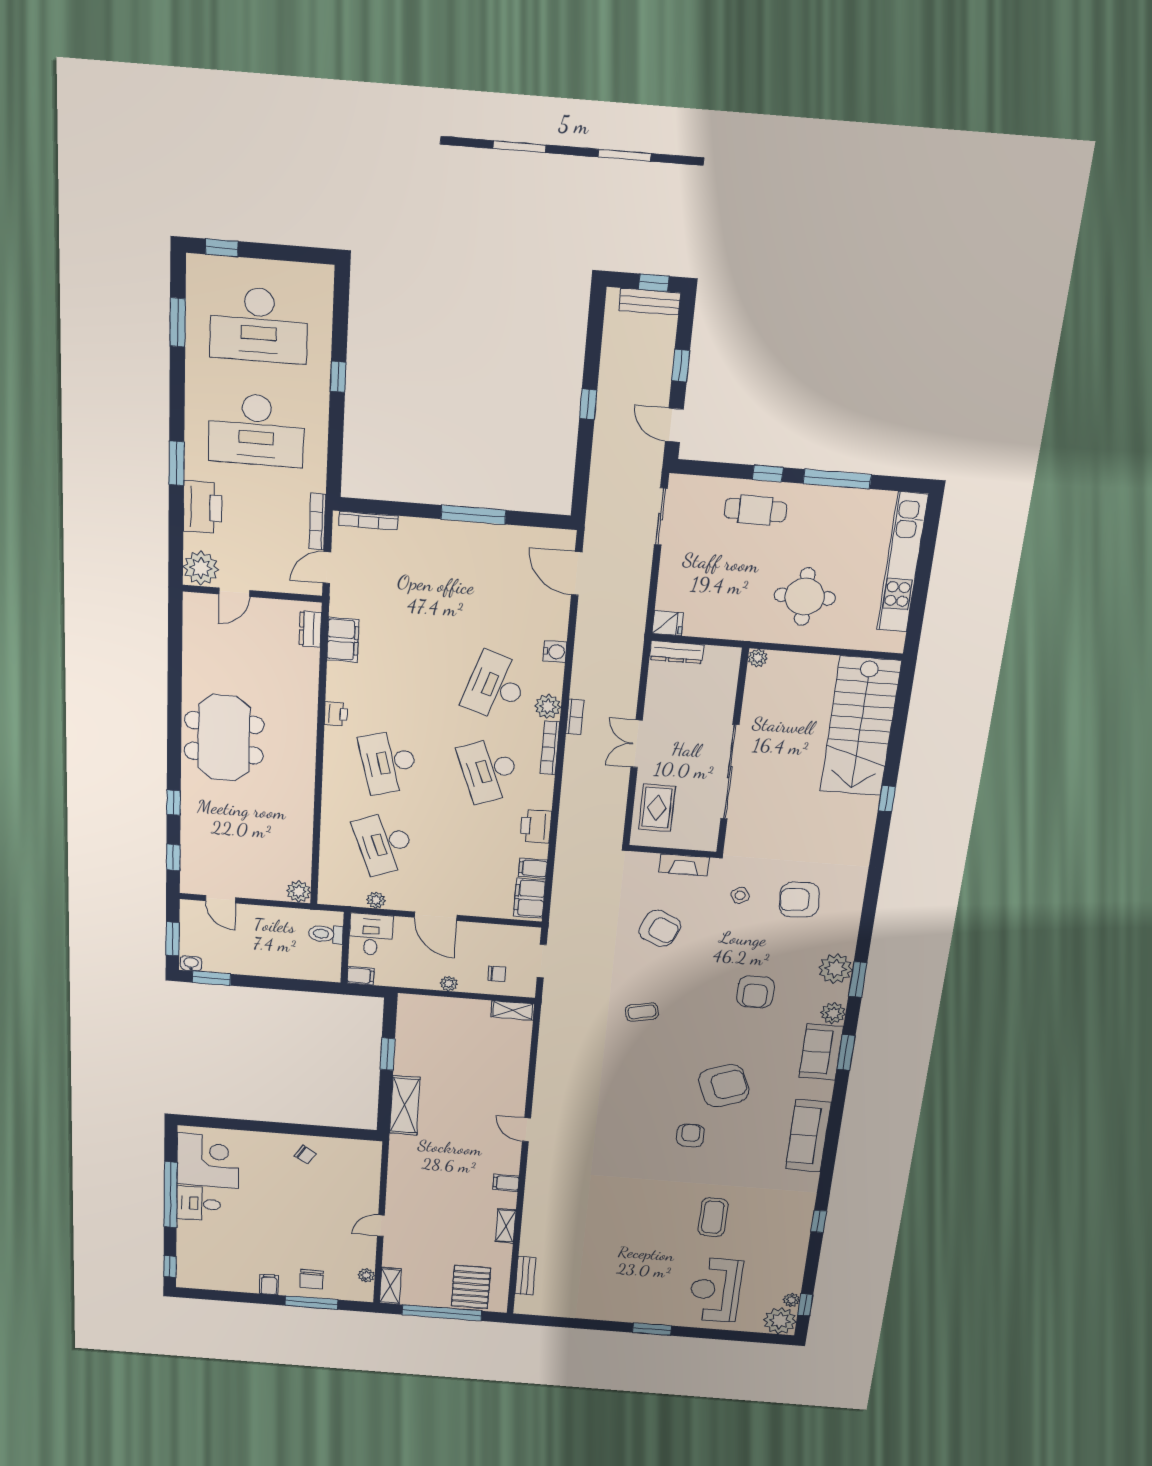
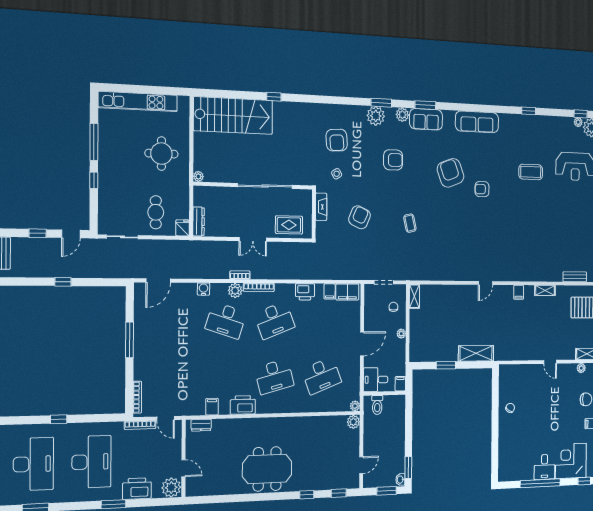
cafe table: (755, 510) -> (156, 212), moved
filing cabinet: (343, 640) -> (212, 407), width x0.50
printer: (336, 714) -> (243, 405), width x1.87, depth x1.48
plant: (376, 900) -> (355, 406), moved
corner desk: (208, 1161) -> (571, 461), moved

